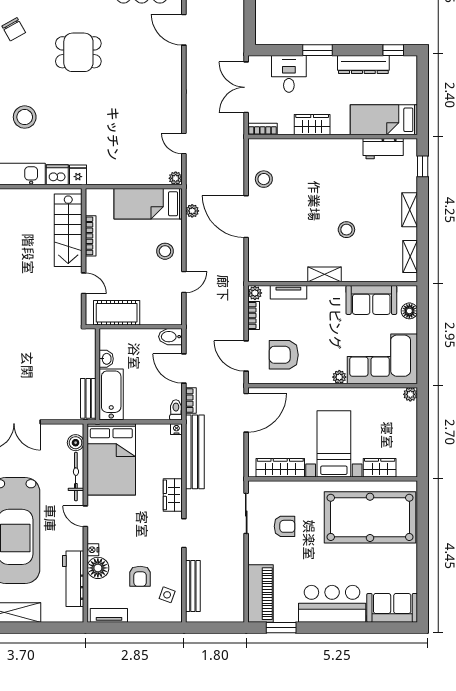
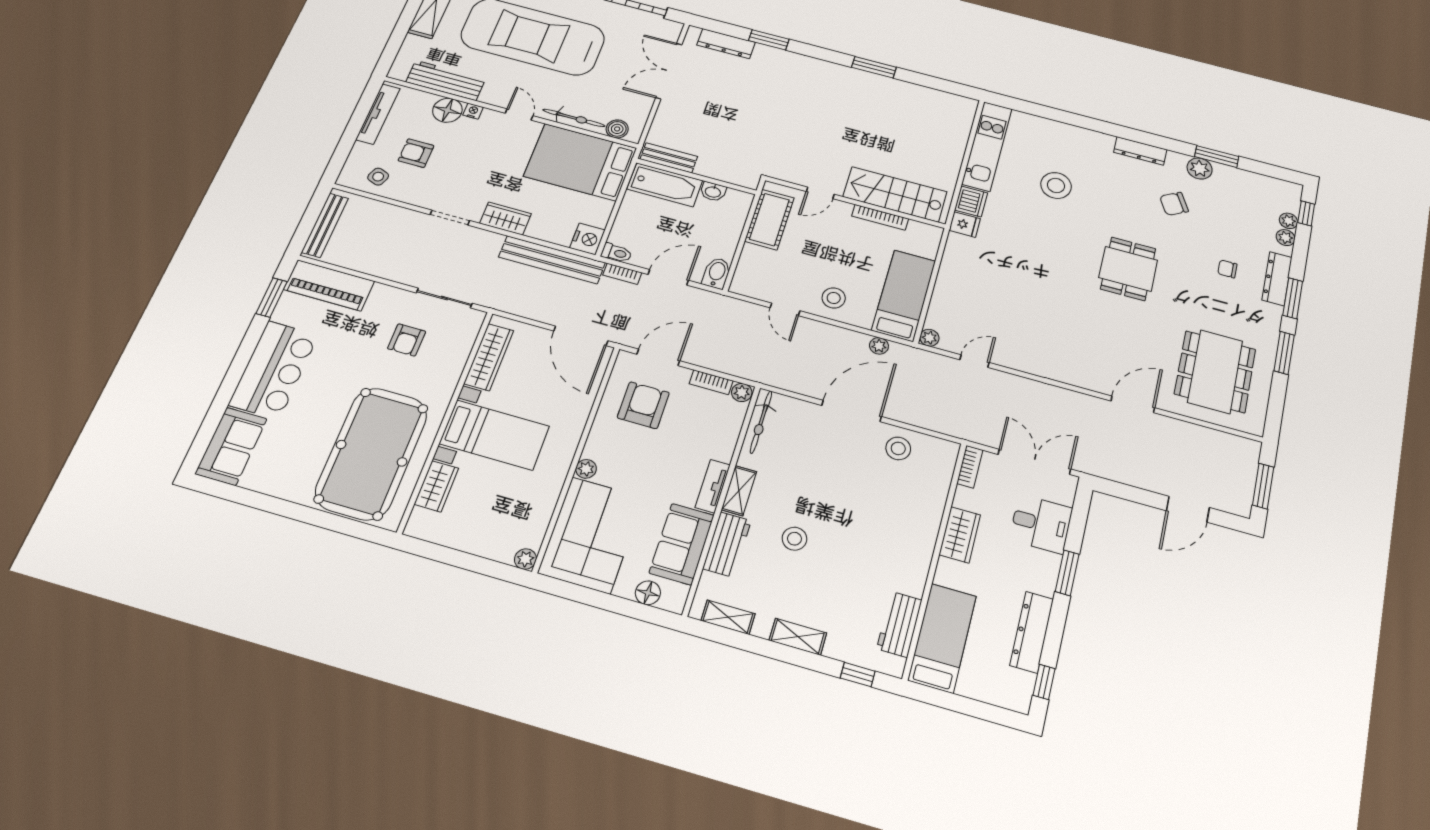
workbench: (363, 271) -> (727, 545), added
bicycle: (272, 274) -> (761, 422), added
tv unit: (288, 292) -> (713, 486), moved
nightstand: (176, 429) -> (587, 239), width x1.89, depth x1.79
door: (85, 516) -> (519, 114), hinge flipped
bench: (193, 586) -> (325, 225), moved, turned 90
tv unit: (109, 615) -> (378, 114), width x1.41

